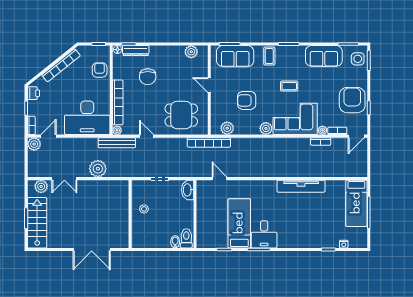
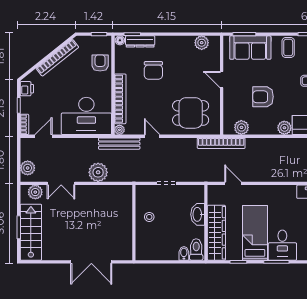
plant: (34, 144) -> (28, 168), moved
washbasin: (188, 190) -> (198, 214), moved
wardrobe: (205, 223) -> (216, 233), added

